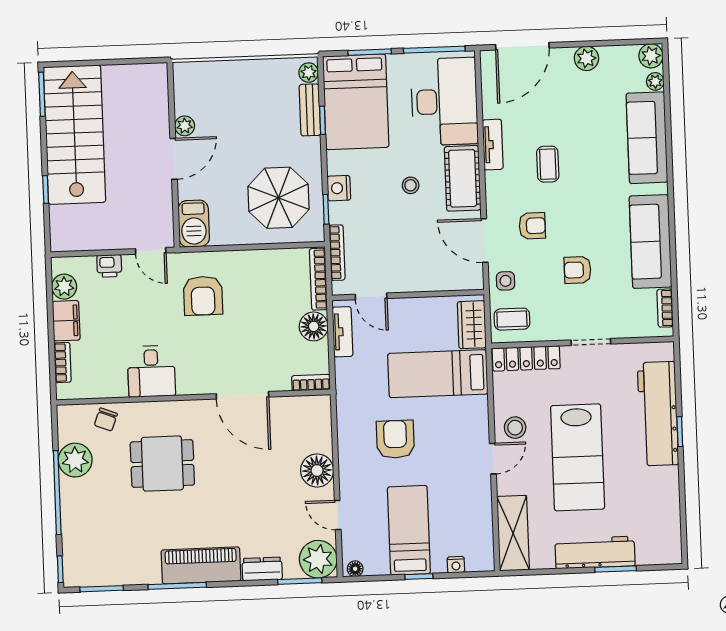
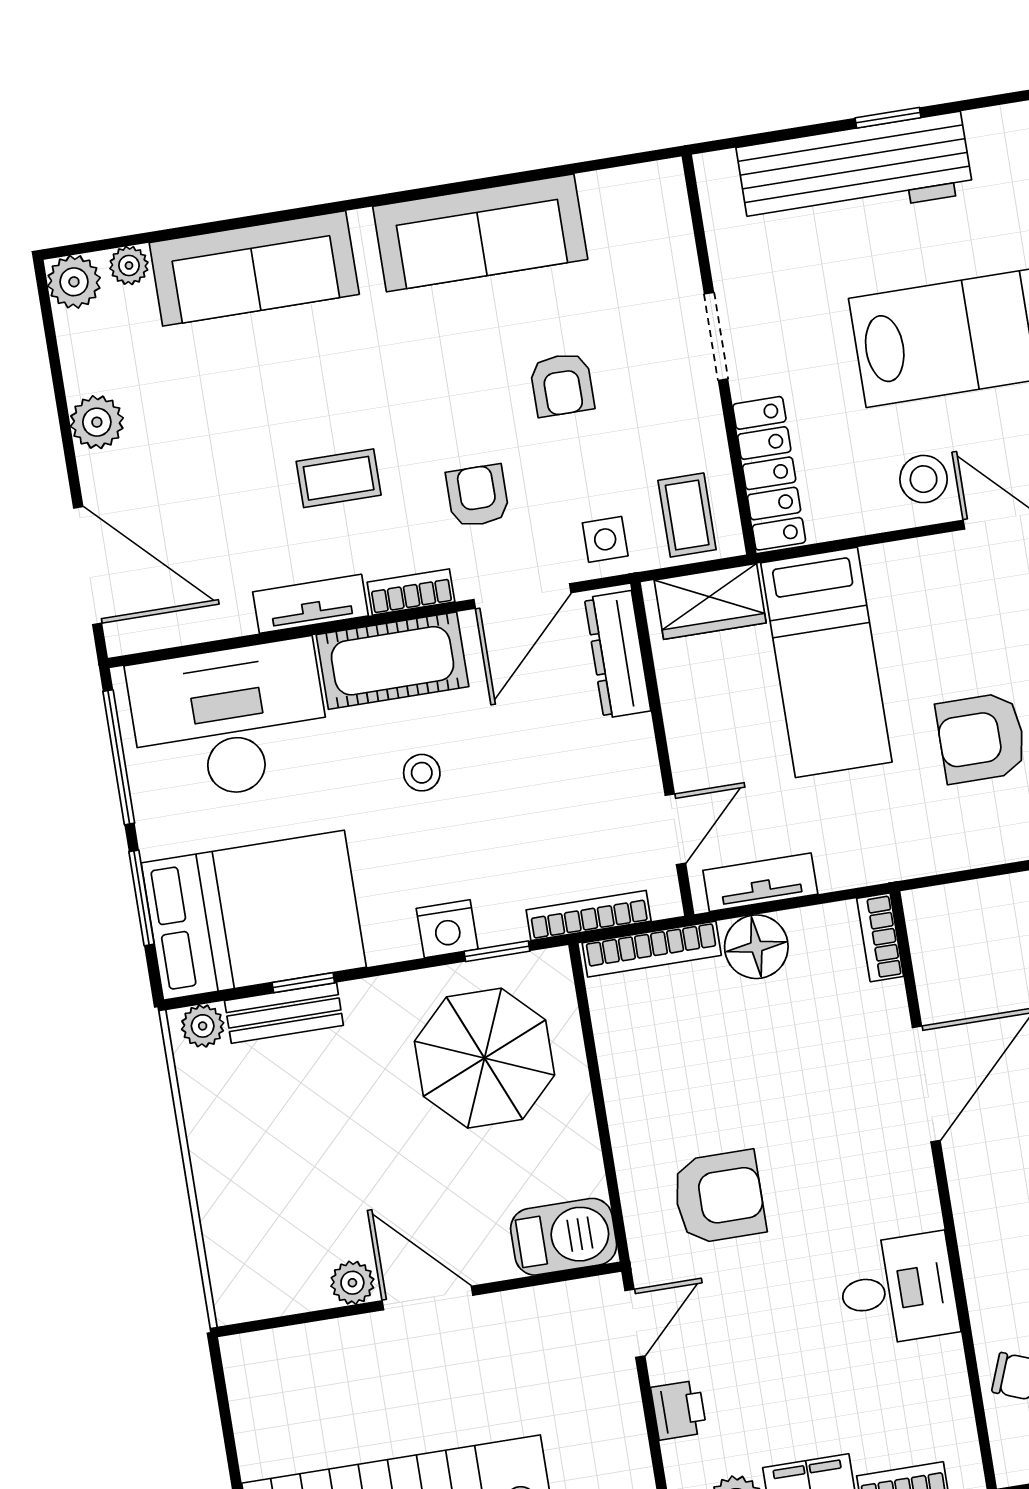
dresser: (453, 280) -> (618, 654), added
bookcase: (665, 308) -> (411, 592), moved, turned 180

